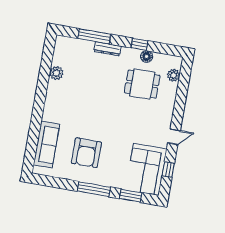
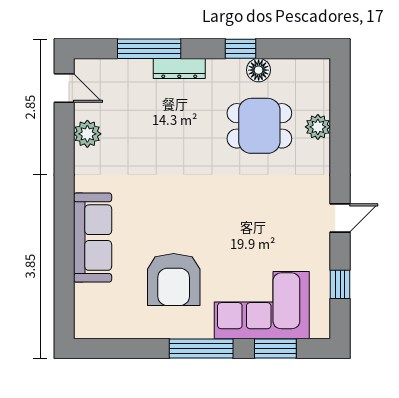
door: (49, 48) -> (64, 88), added
plant: (174, 75) -> (318, 127), moved
sofa: (46, 145) -> (93, 238), moved
corner sofa: (146, 169) -> (262, 305), moved, turned 90

